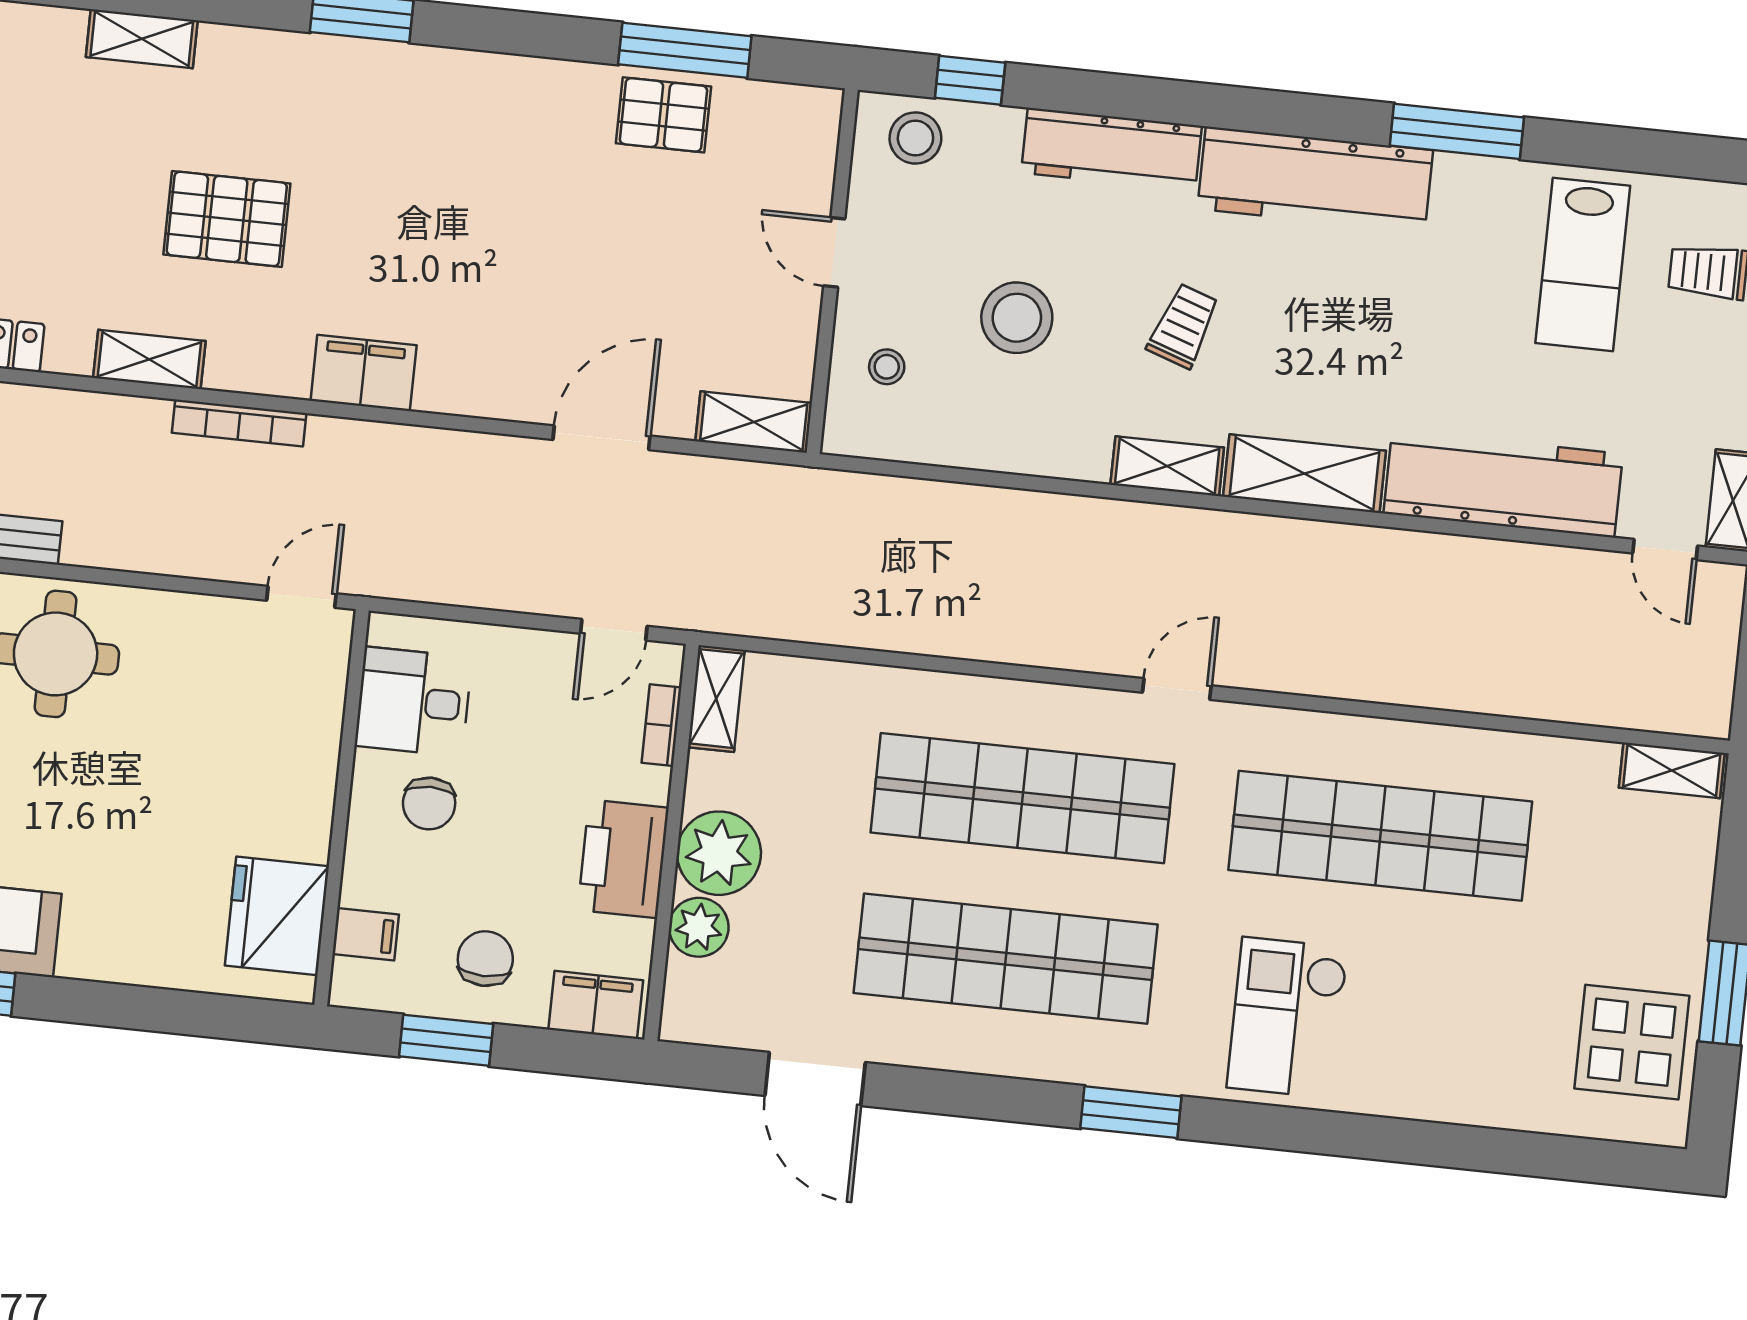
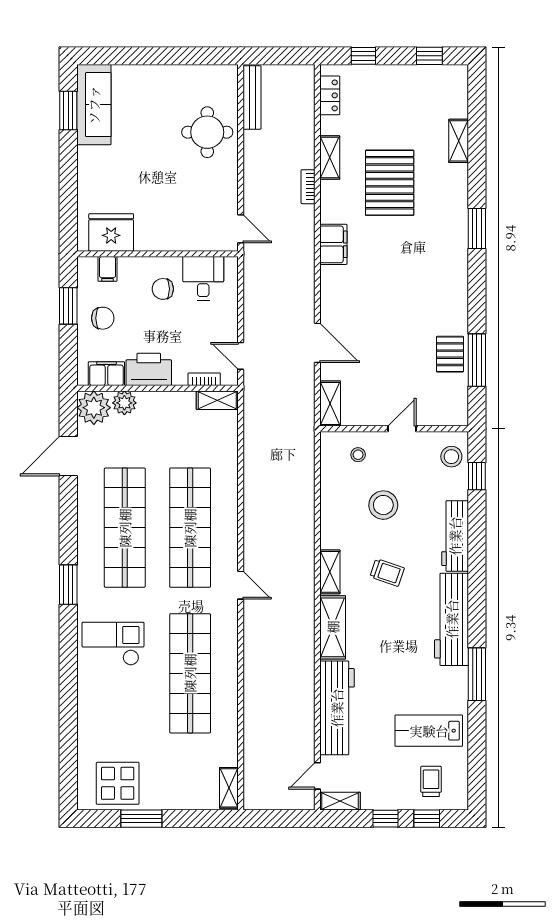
pallet: (227, 219) -> (390, 183), width x1.37, depth x1.41
bookcase: (239, 423) -> (308, 187), width x0.64
plant: (719, 853) -> (94, 408), moved
filing cabinet: (596, 1005) -> (106, 374), moved, turned -90

